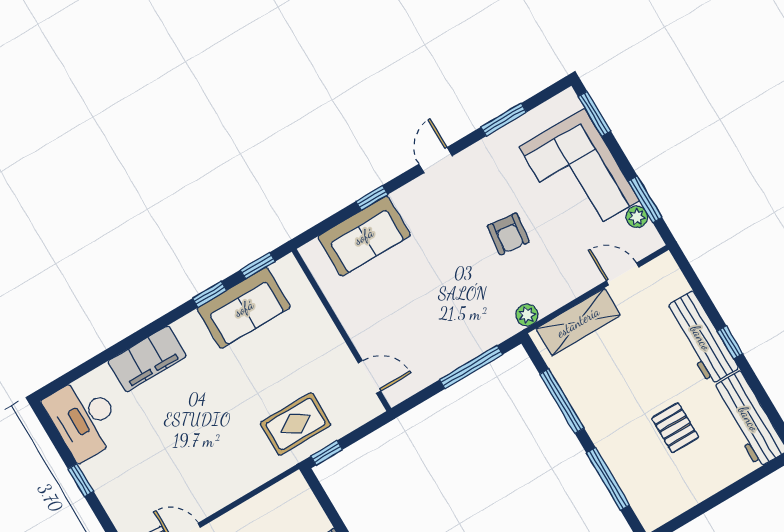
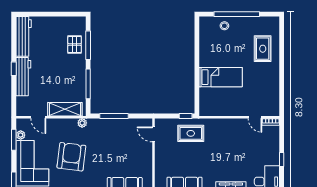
armchair: (508, 234) -> (71, 157), width x1.88, depth x1.88
pallet: (675, 428) -> (75, 45), moved

